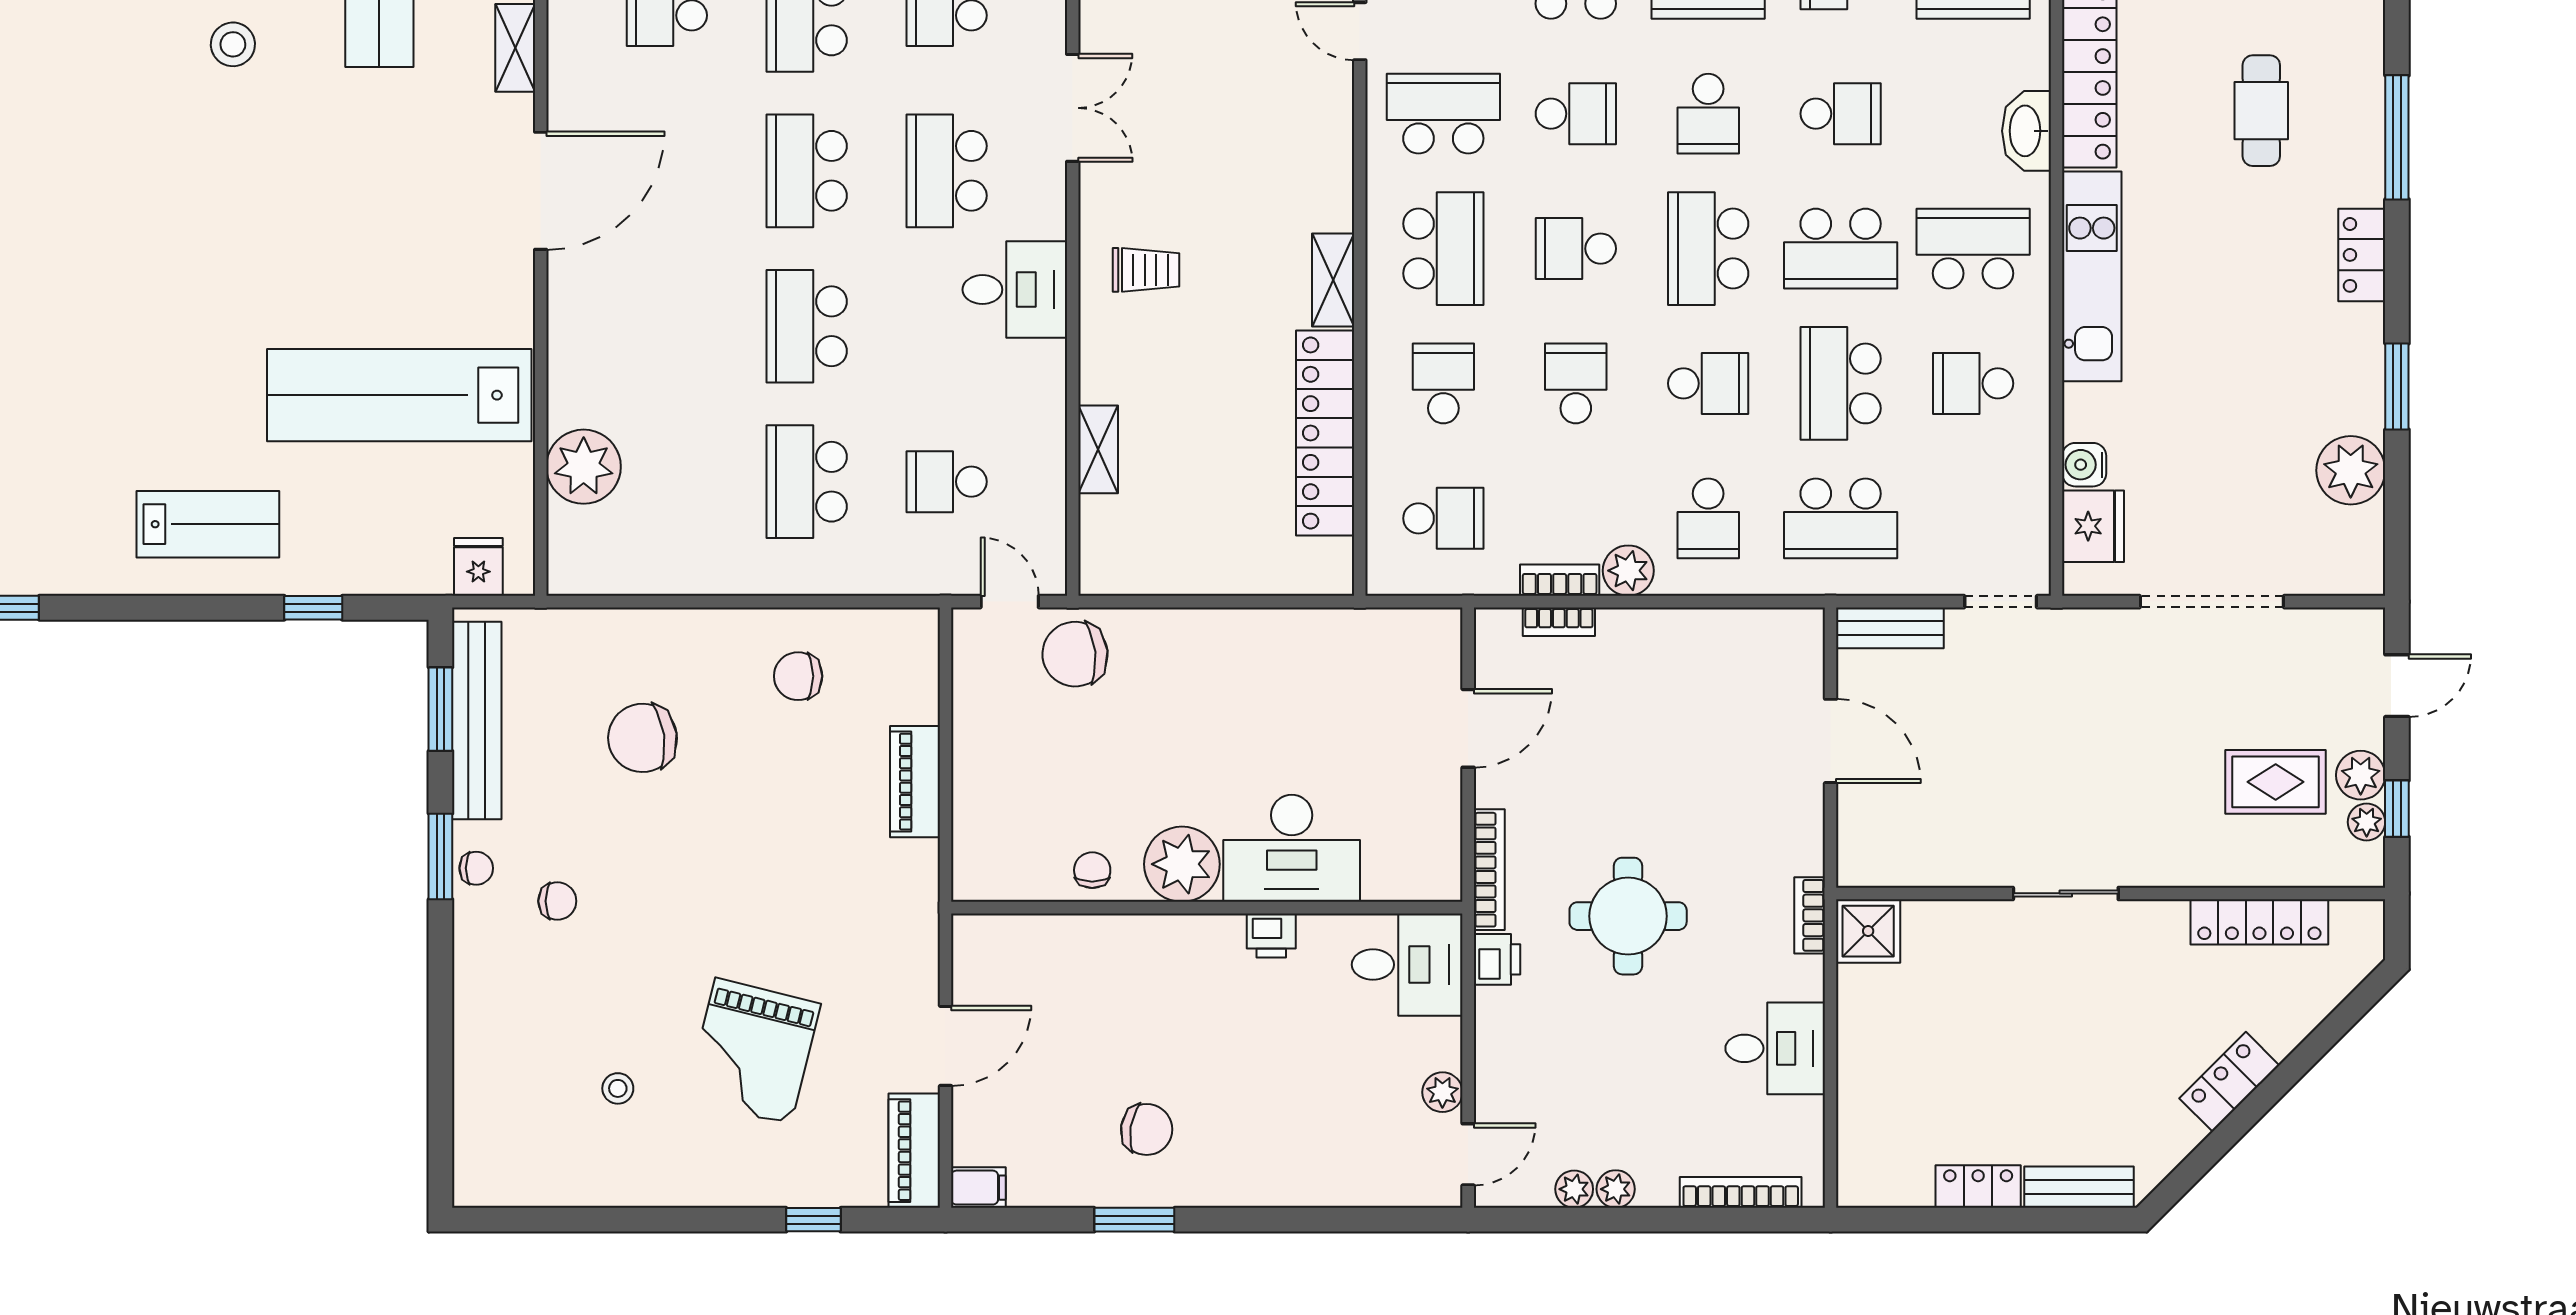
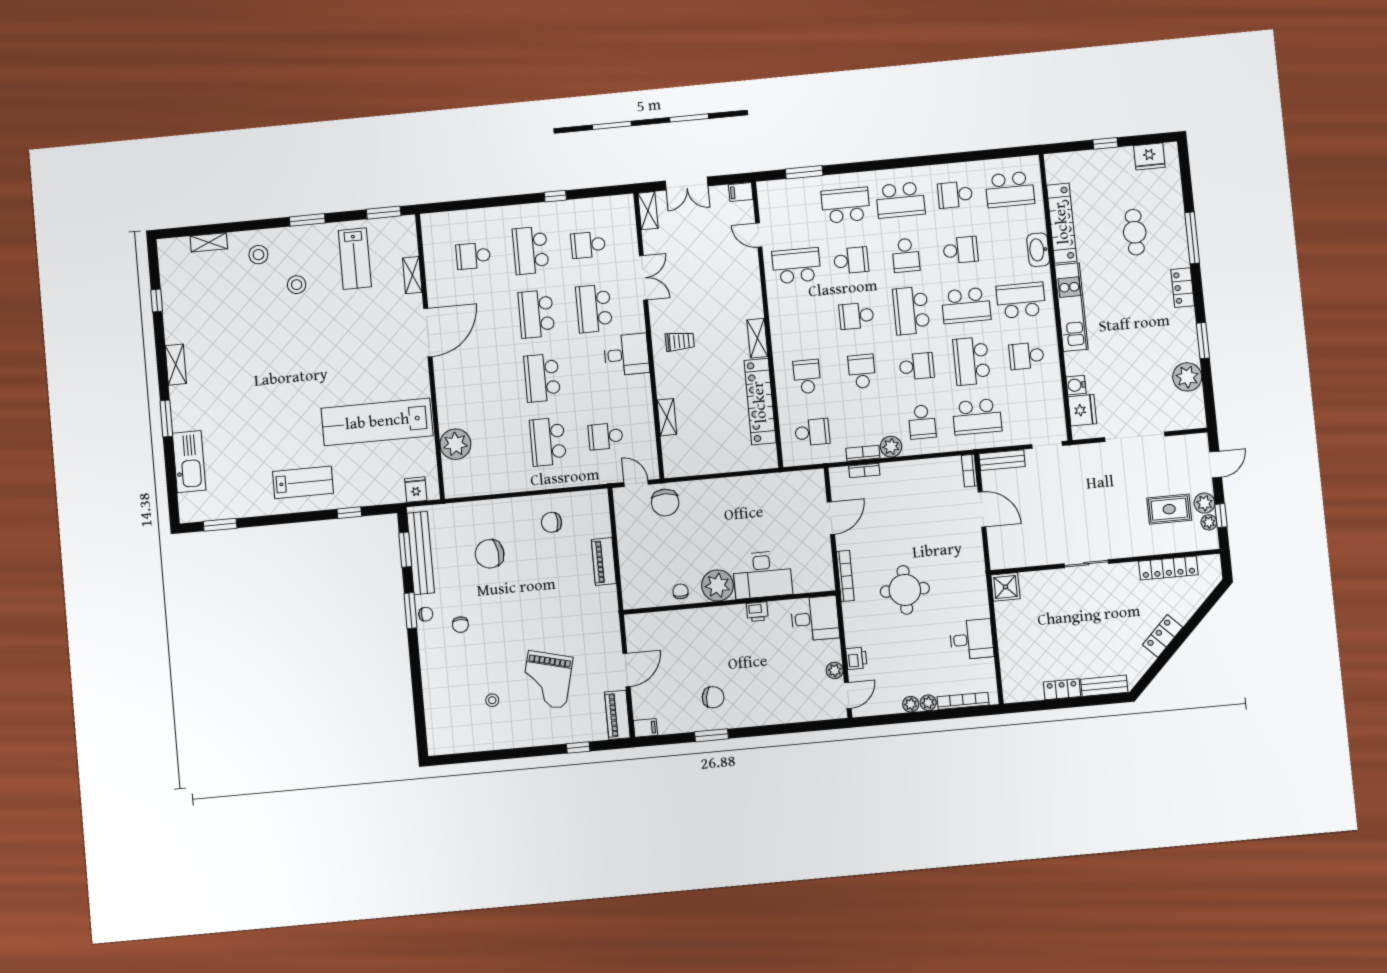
school desk: (1443, 249) -> (802, 321), removed
chair: (1075, 654) -> (665, 503), turned -84
chair: (557, 901) -> (460, 625), turned 90
bookcase: (1810, 915) -> (969, 471), moved
printer: (1497, 959) -> (856, 658), moved
plant: (1574, 1189) -> (928, 703), moved

